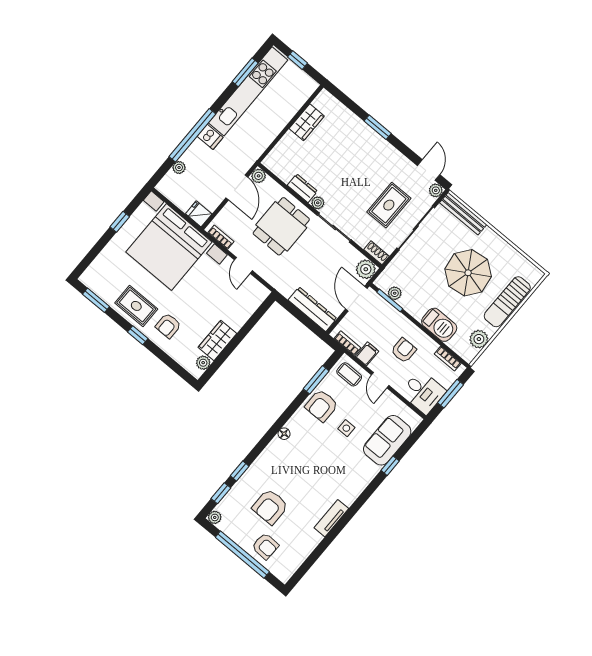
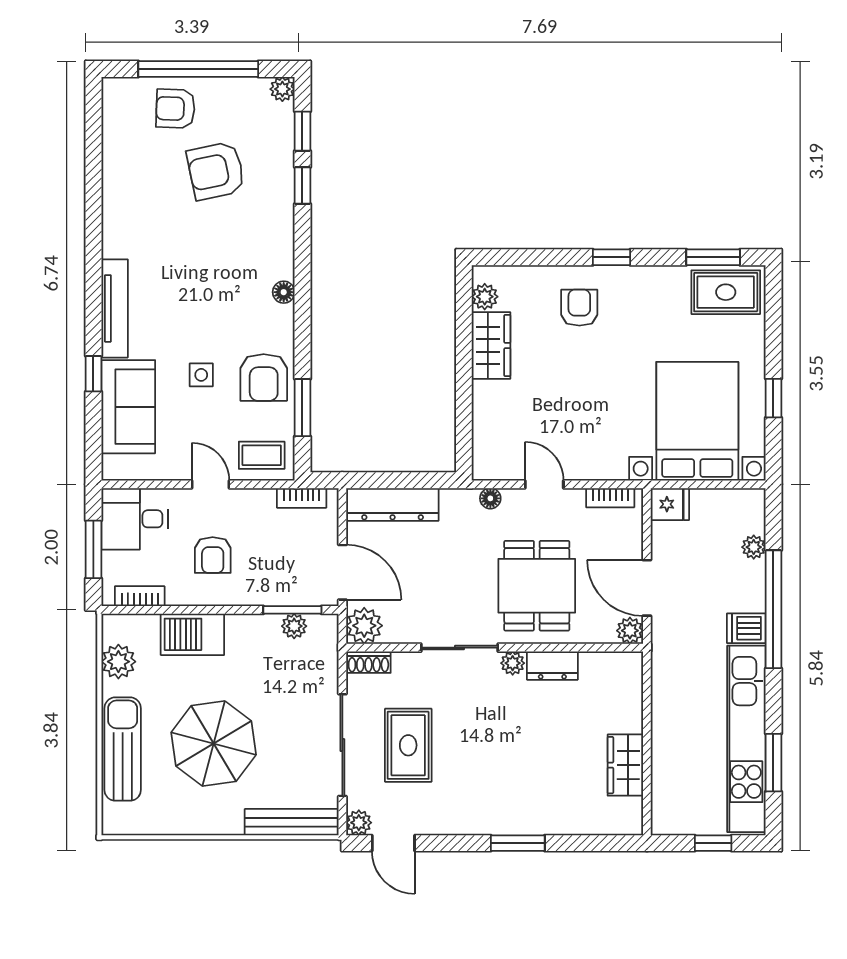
bed with nightstands: (169, 247) -> (697, 421), width x0.73
floor lamp: (270, 278) -> (490, 498), added
rug: (136, 306) -> (726, 292), moved
filing cabinet: (367, 354) -> (261, 506), removed
armchair: (322, 406) -> (264, 377), turned 180
armchair: (270, 507) -> (216, 171), turned -102
tv unit: (331, 518) -> (115, 308), moved, width x1.41

